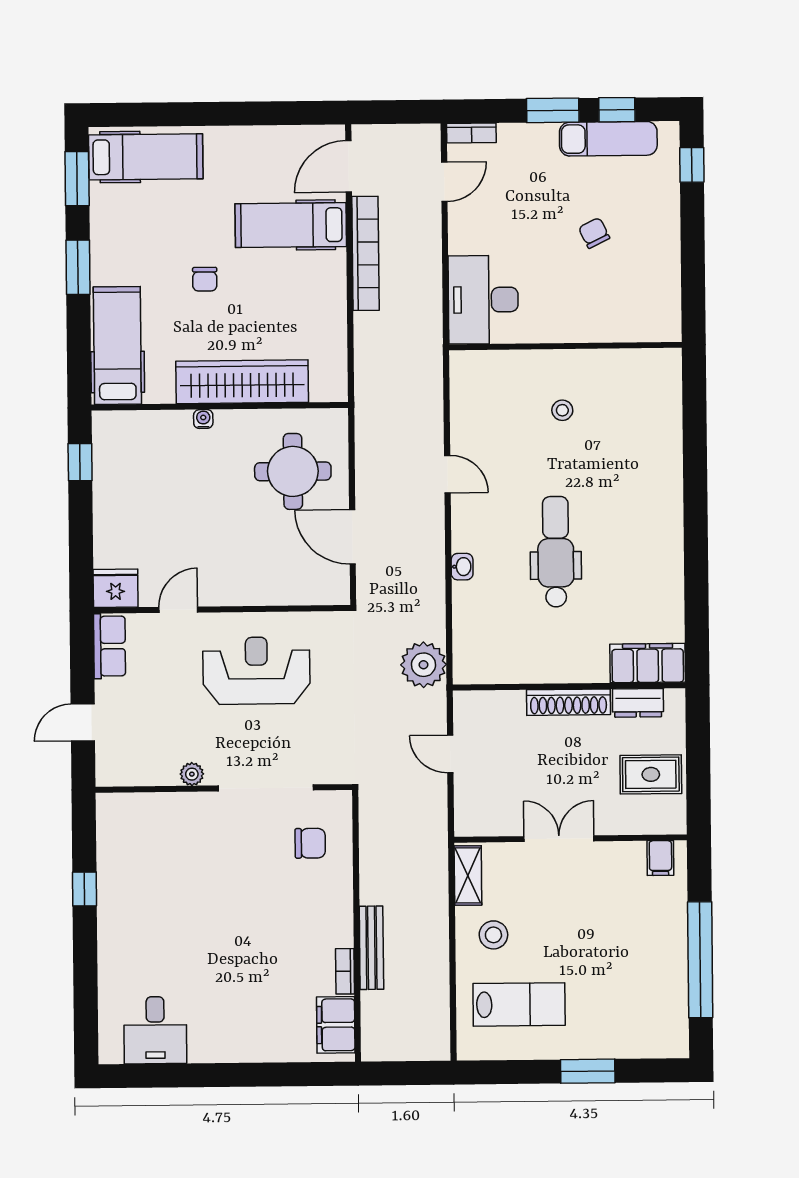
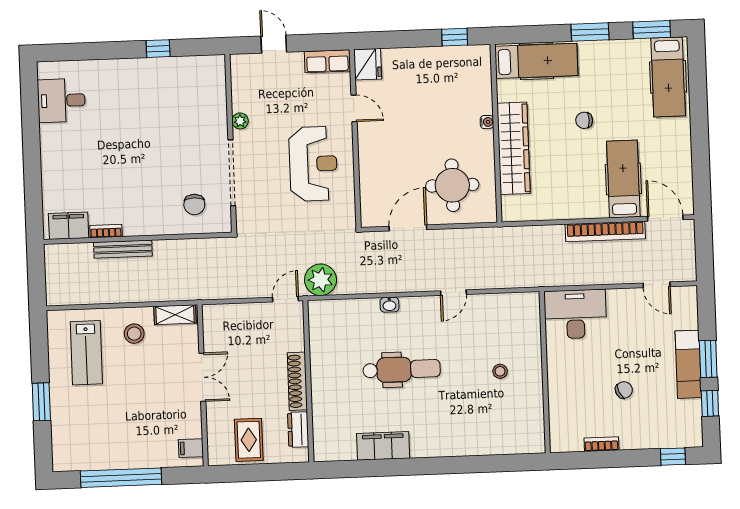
bookcase: (471, 133) -> (601, 444), moved, turned 90
exam couch: (608, 139) -> (688, 364), moved
filing cabinet: (648, 663) -> (383, 446), moved, turned -90
door: (450, 754) -> (285, 299), moved

